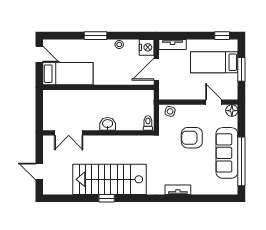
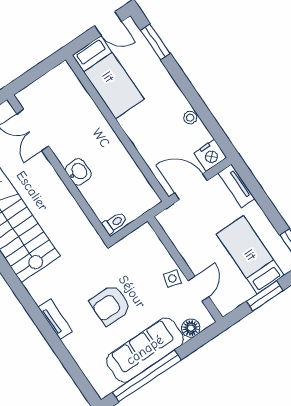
window: (95, 36) -> (155, 42), moved
door: (39, 54) -> (108, 24), hinge flipped
side table: (170, 111) -> (172, 279), moved
floor lamp: (232, 111) -> (191, 328), moved
armchair: (192, 138) -> (110, 305), moved, turned -90

